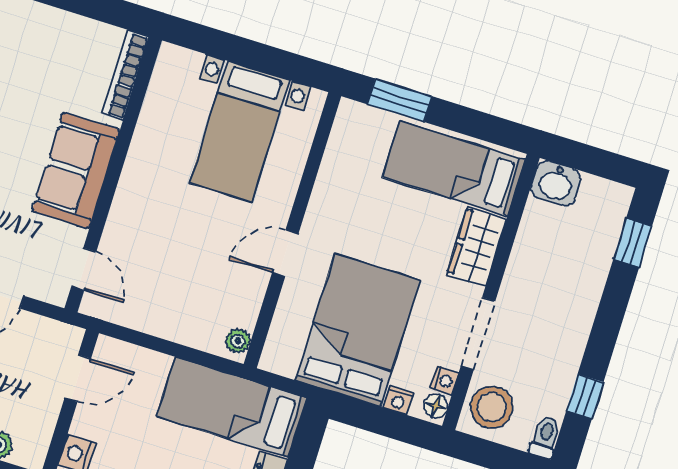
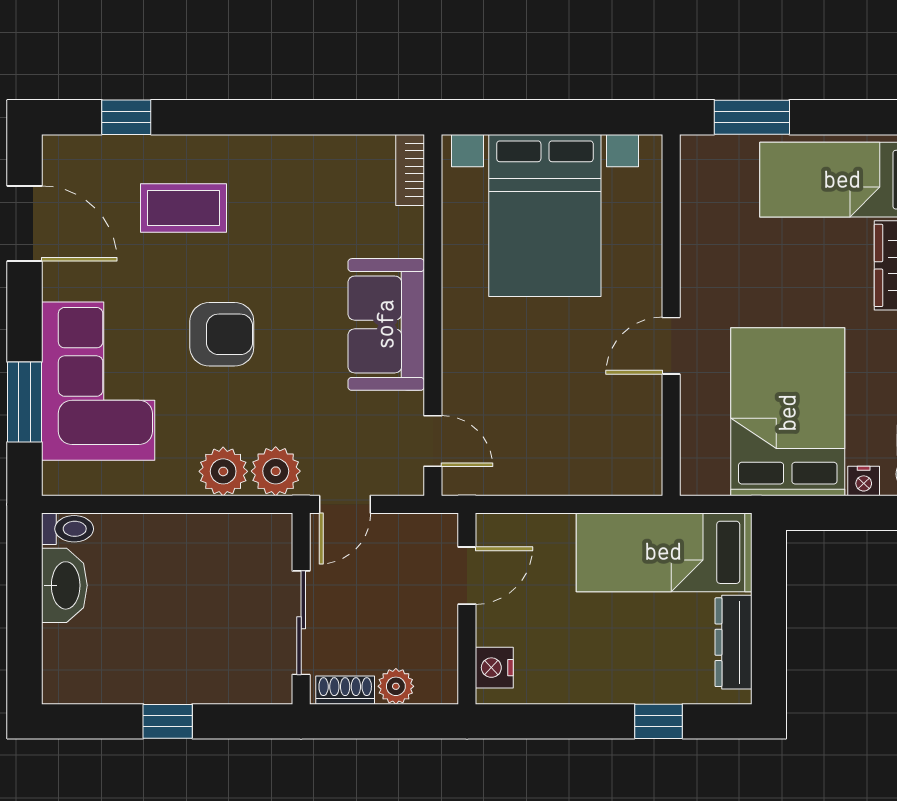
bookcase: (125, 75) -> (410, 170), width x0.64
bed with nightstands: (240, 131) -> (545, 215), width x1.36
plant: (238, 341) -> (647, 470), removed

